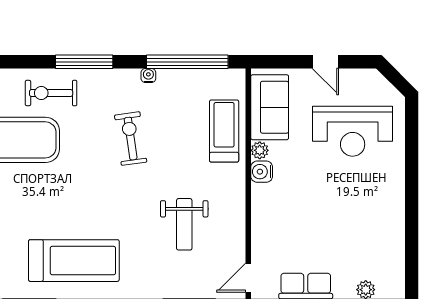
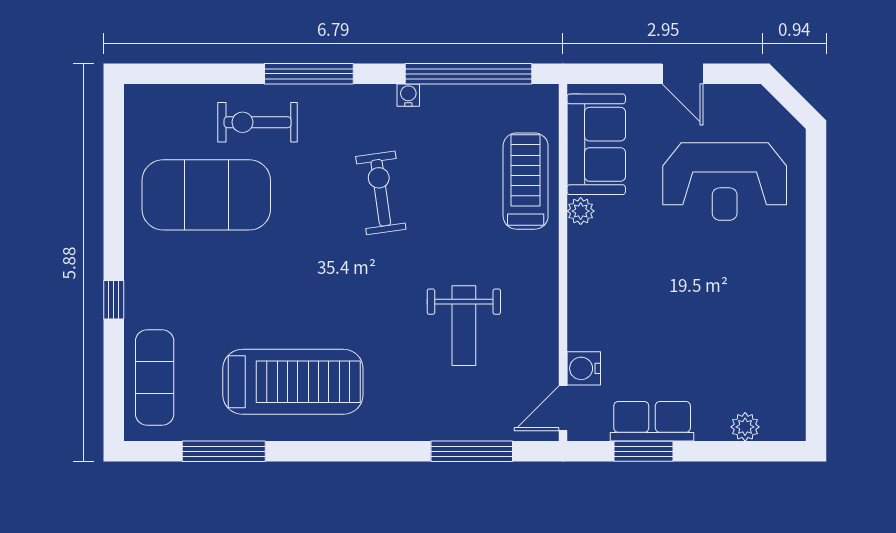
water cooler: (262, 172) -> (584, 368), moved

